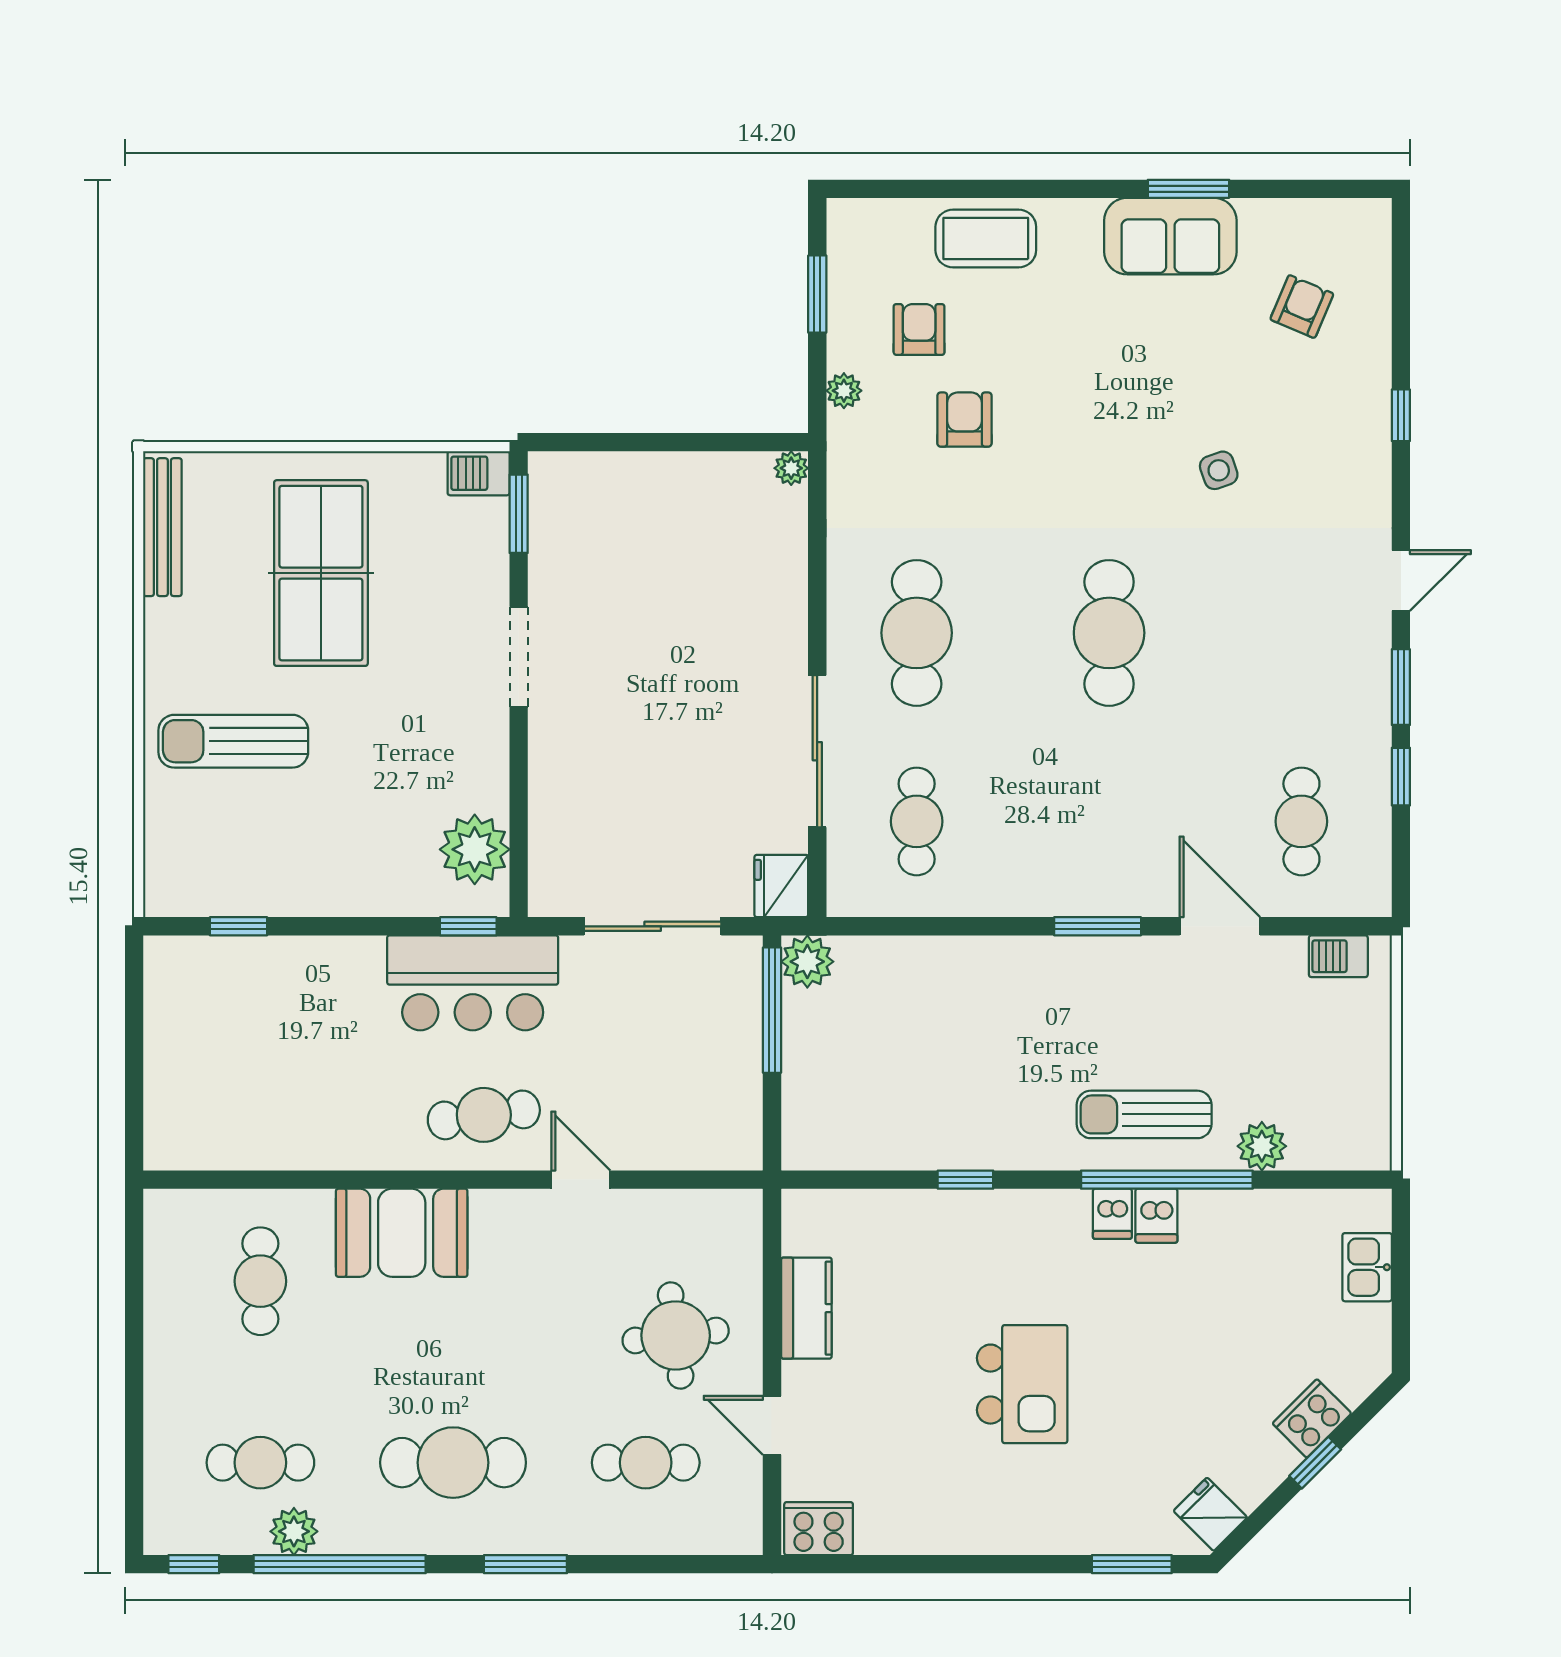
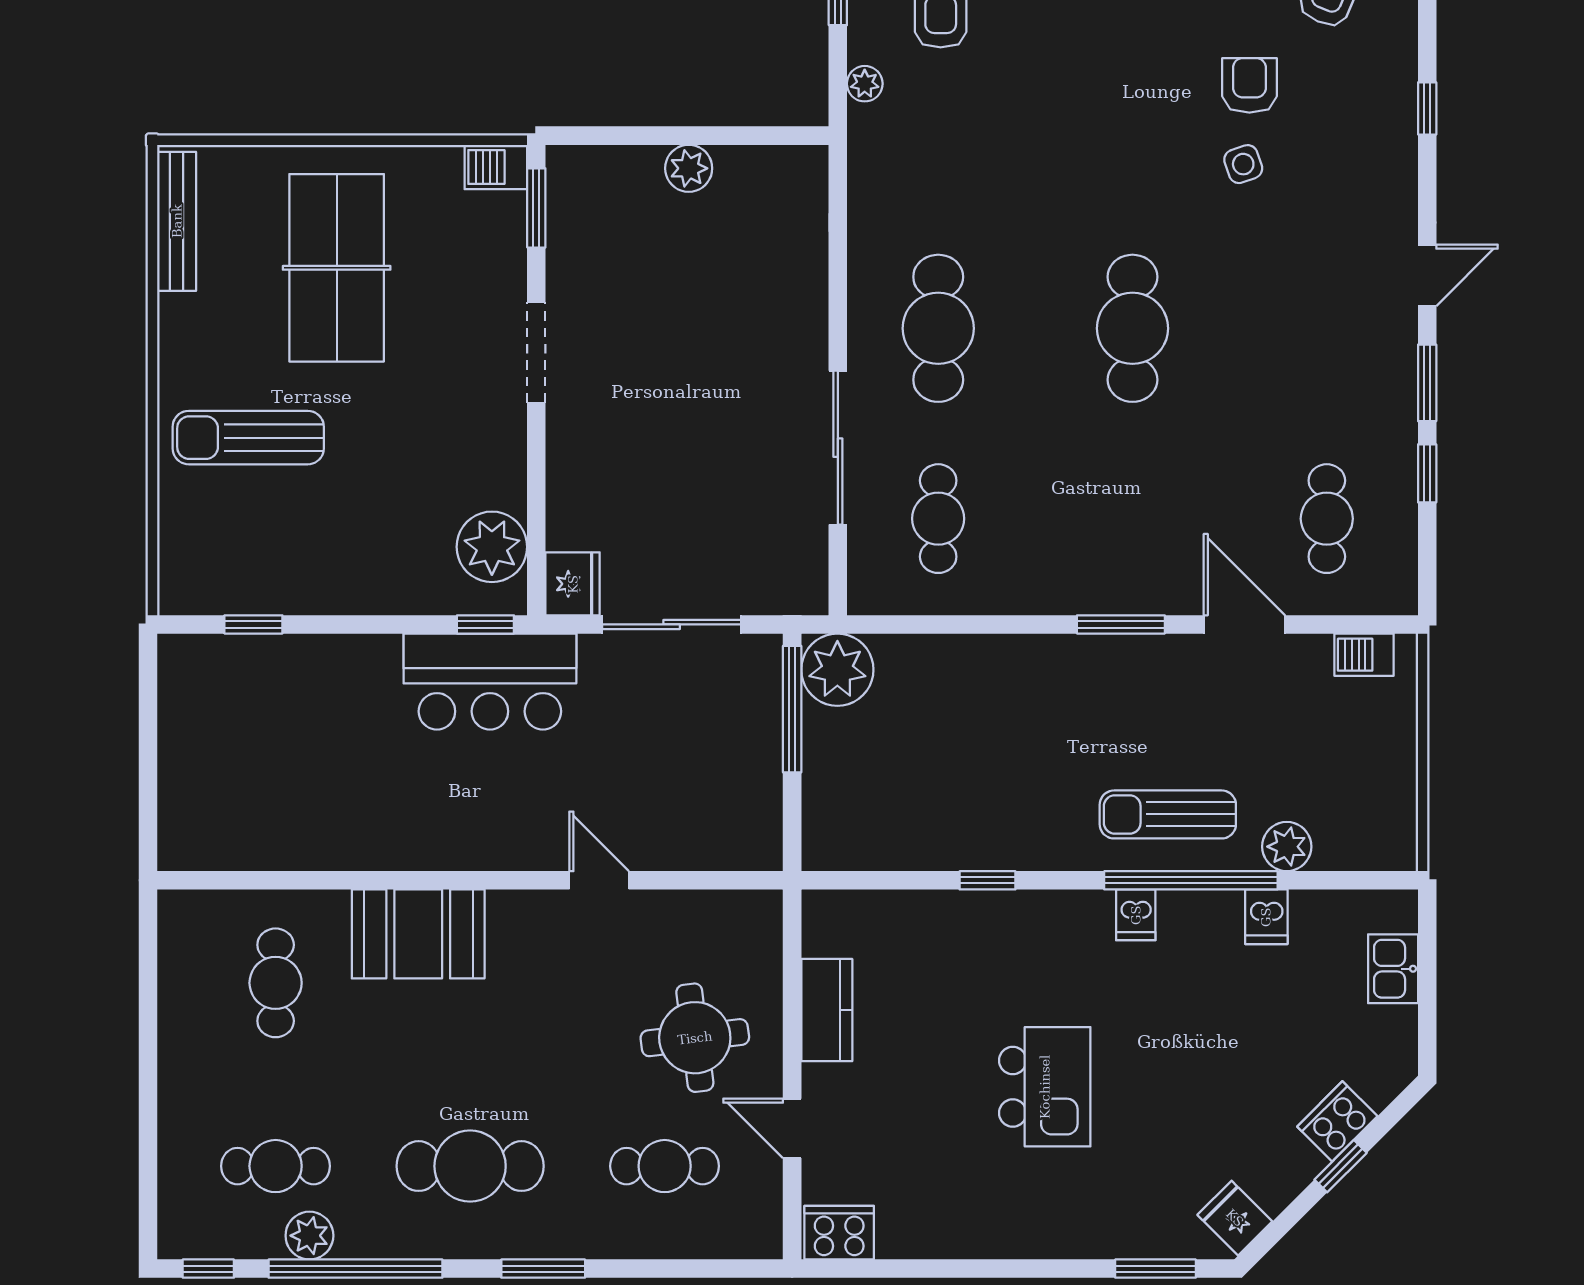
armchair: (964, 420) -> (1249, 85), moved
plant: (791, 468) -> (689, 168), moved, width x1.38, depth x1.38
fridge: (781, 886) -> (573, 584), moved, turned 180
plant: (807, 962) -> (837, 670), width x1.36, depth x1.36
cafe table: (484, 1115) -> (501, 815), removed
dishwasher: (1156, 1216) -> (1266, 917), moved

